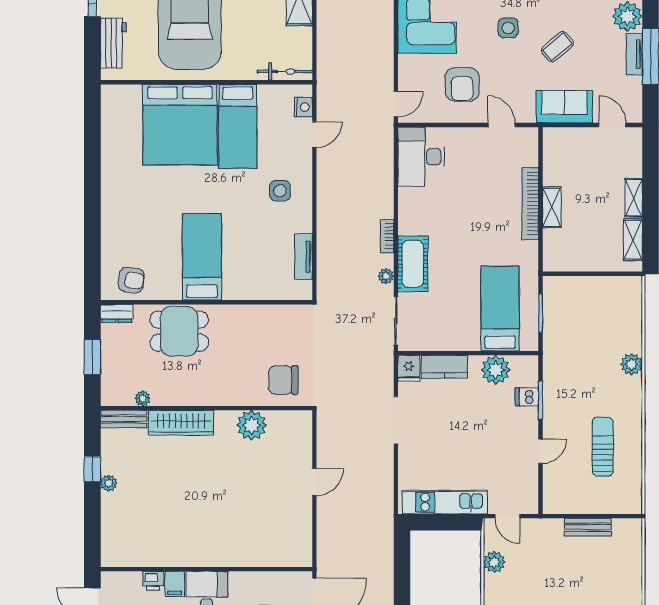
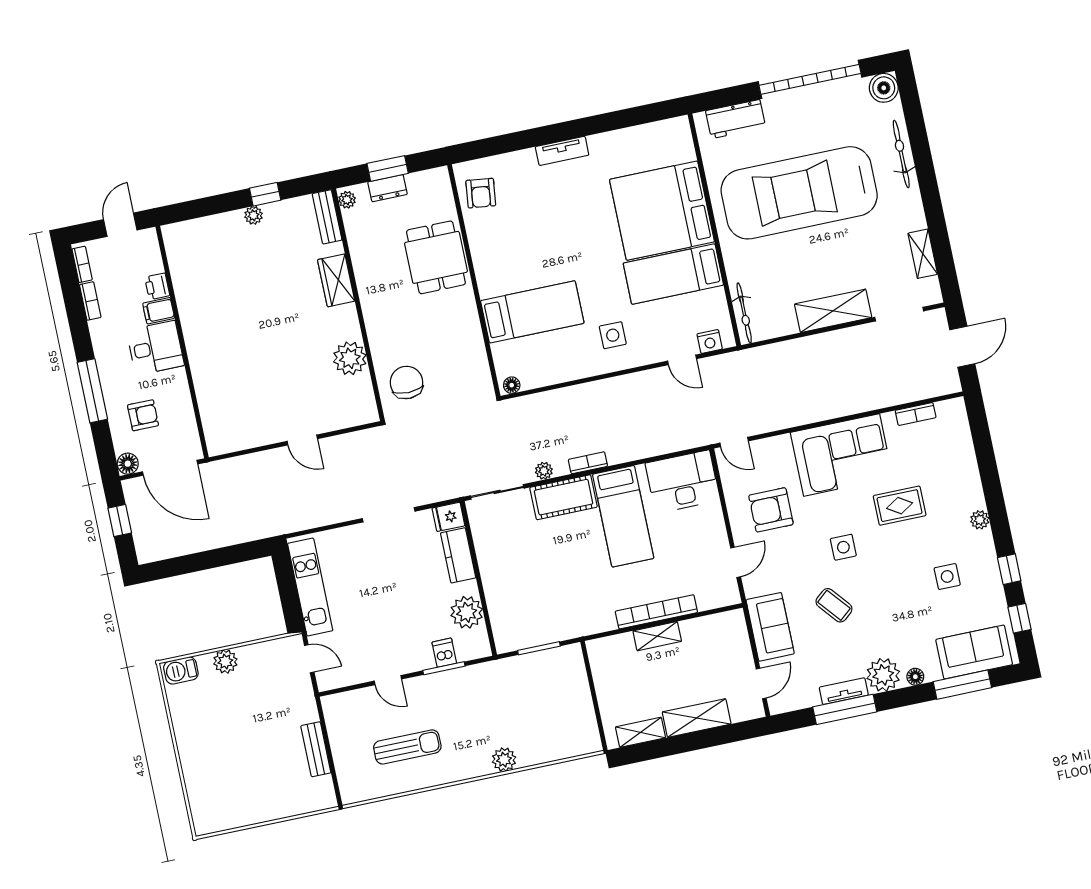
shelving: (634, 198) -> (697, 718), width x1.50, depth x1.33
bed: (202, 257) -> (532, 312), moved
tv unit: (304, 257) -> (562, 151), moved, turned 180
floor lamp: (305, 288) -> (512, 385), added
bed: (500, 309) -> (623, 516), moved, turned 90
dresser: (117, 313) -> (388, 188), moved, turned -90
plant: (143, 398) -> (347, 200), moved
wardrobe: (181, 423) -> (336, 280), width x0.67
door: (507, 516) -> (309, 659), swing flipped
plant: (494, 562) -> (225, 661), moved

